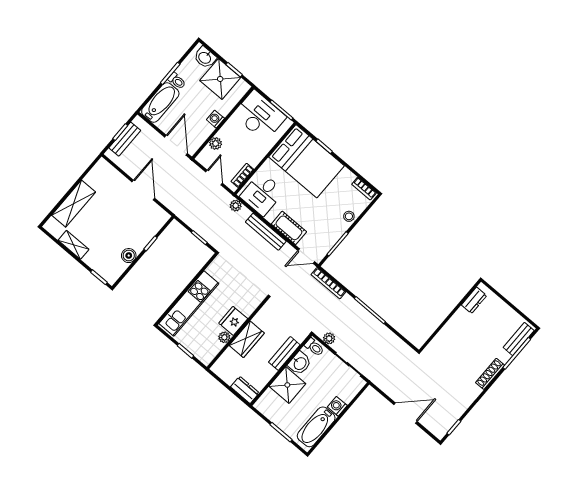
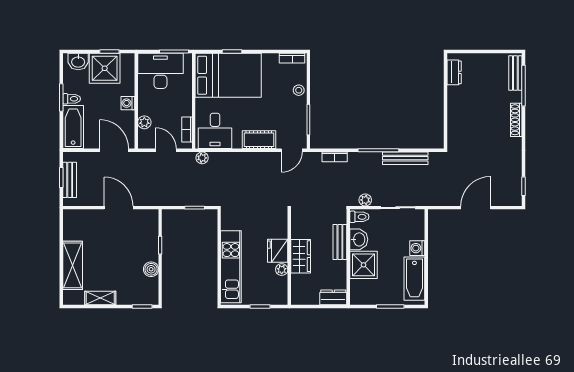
bench: (266, 232) -> (405, 158), moved
bookcase: (328, 283) -> (335, 157), width x0.64

